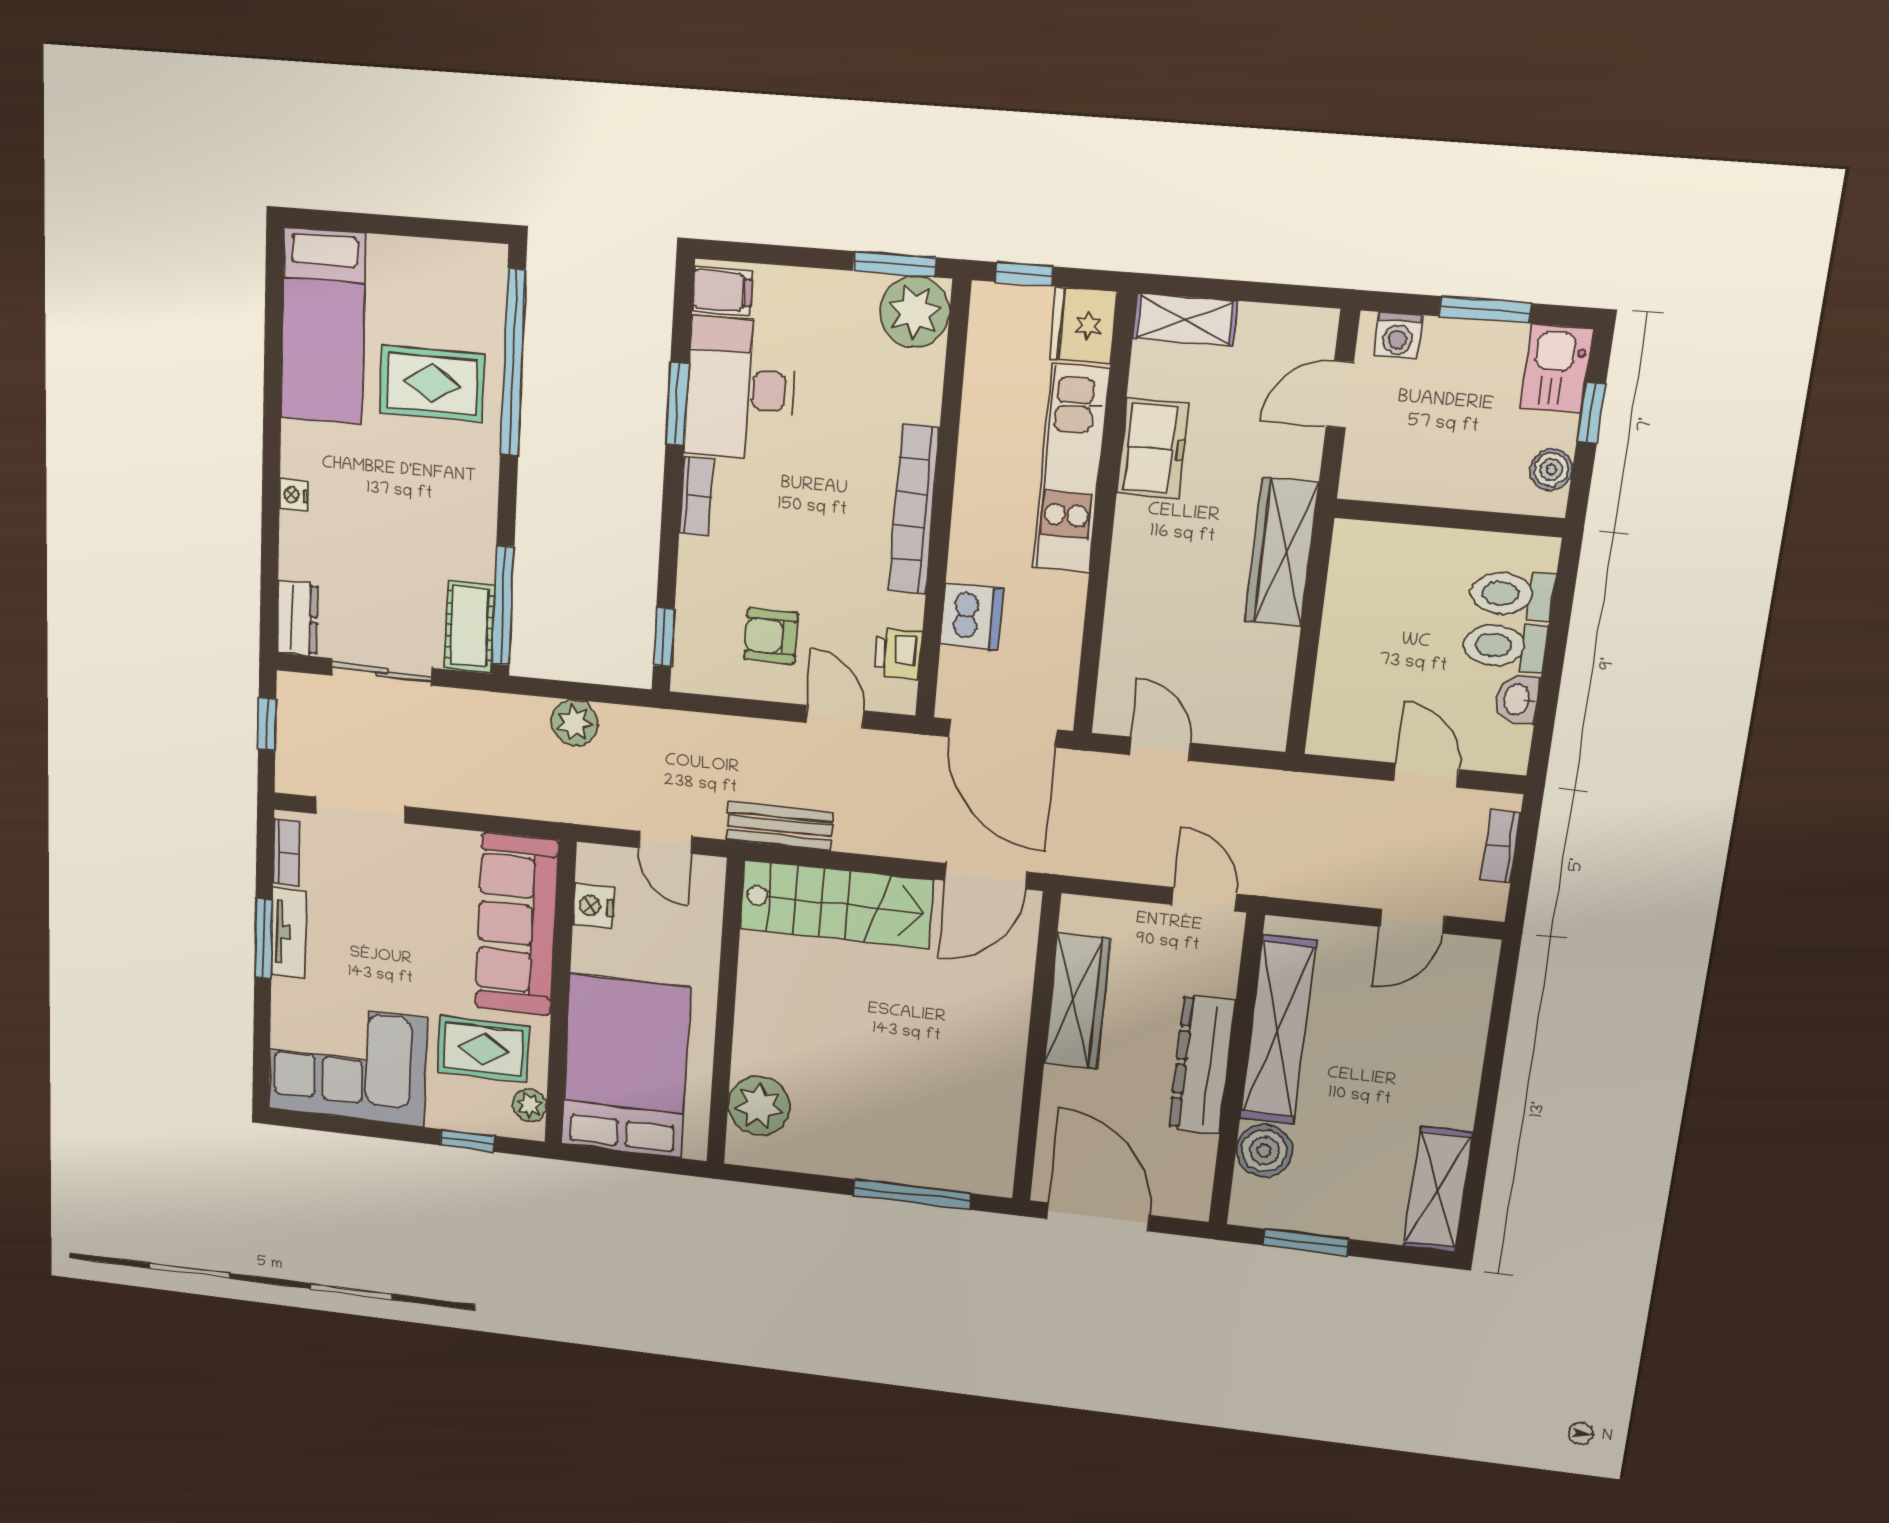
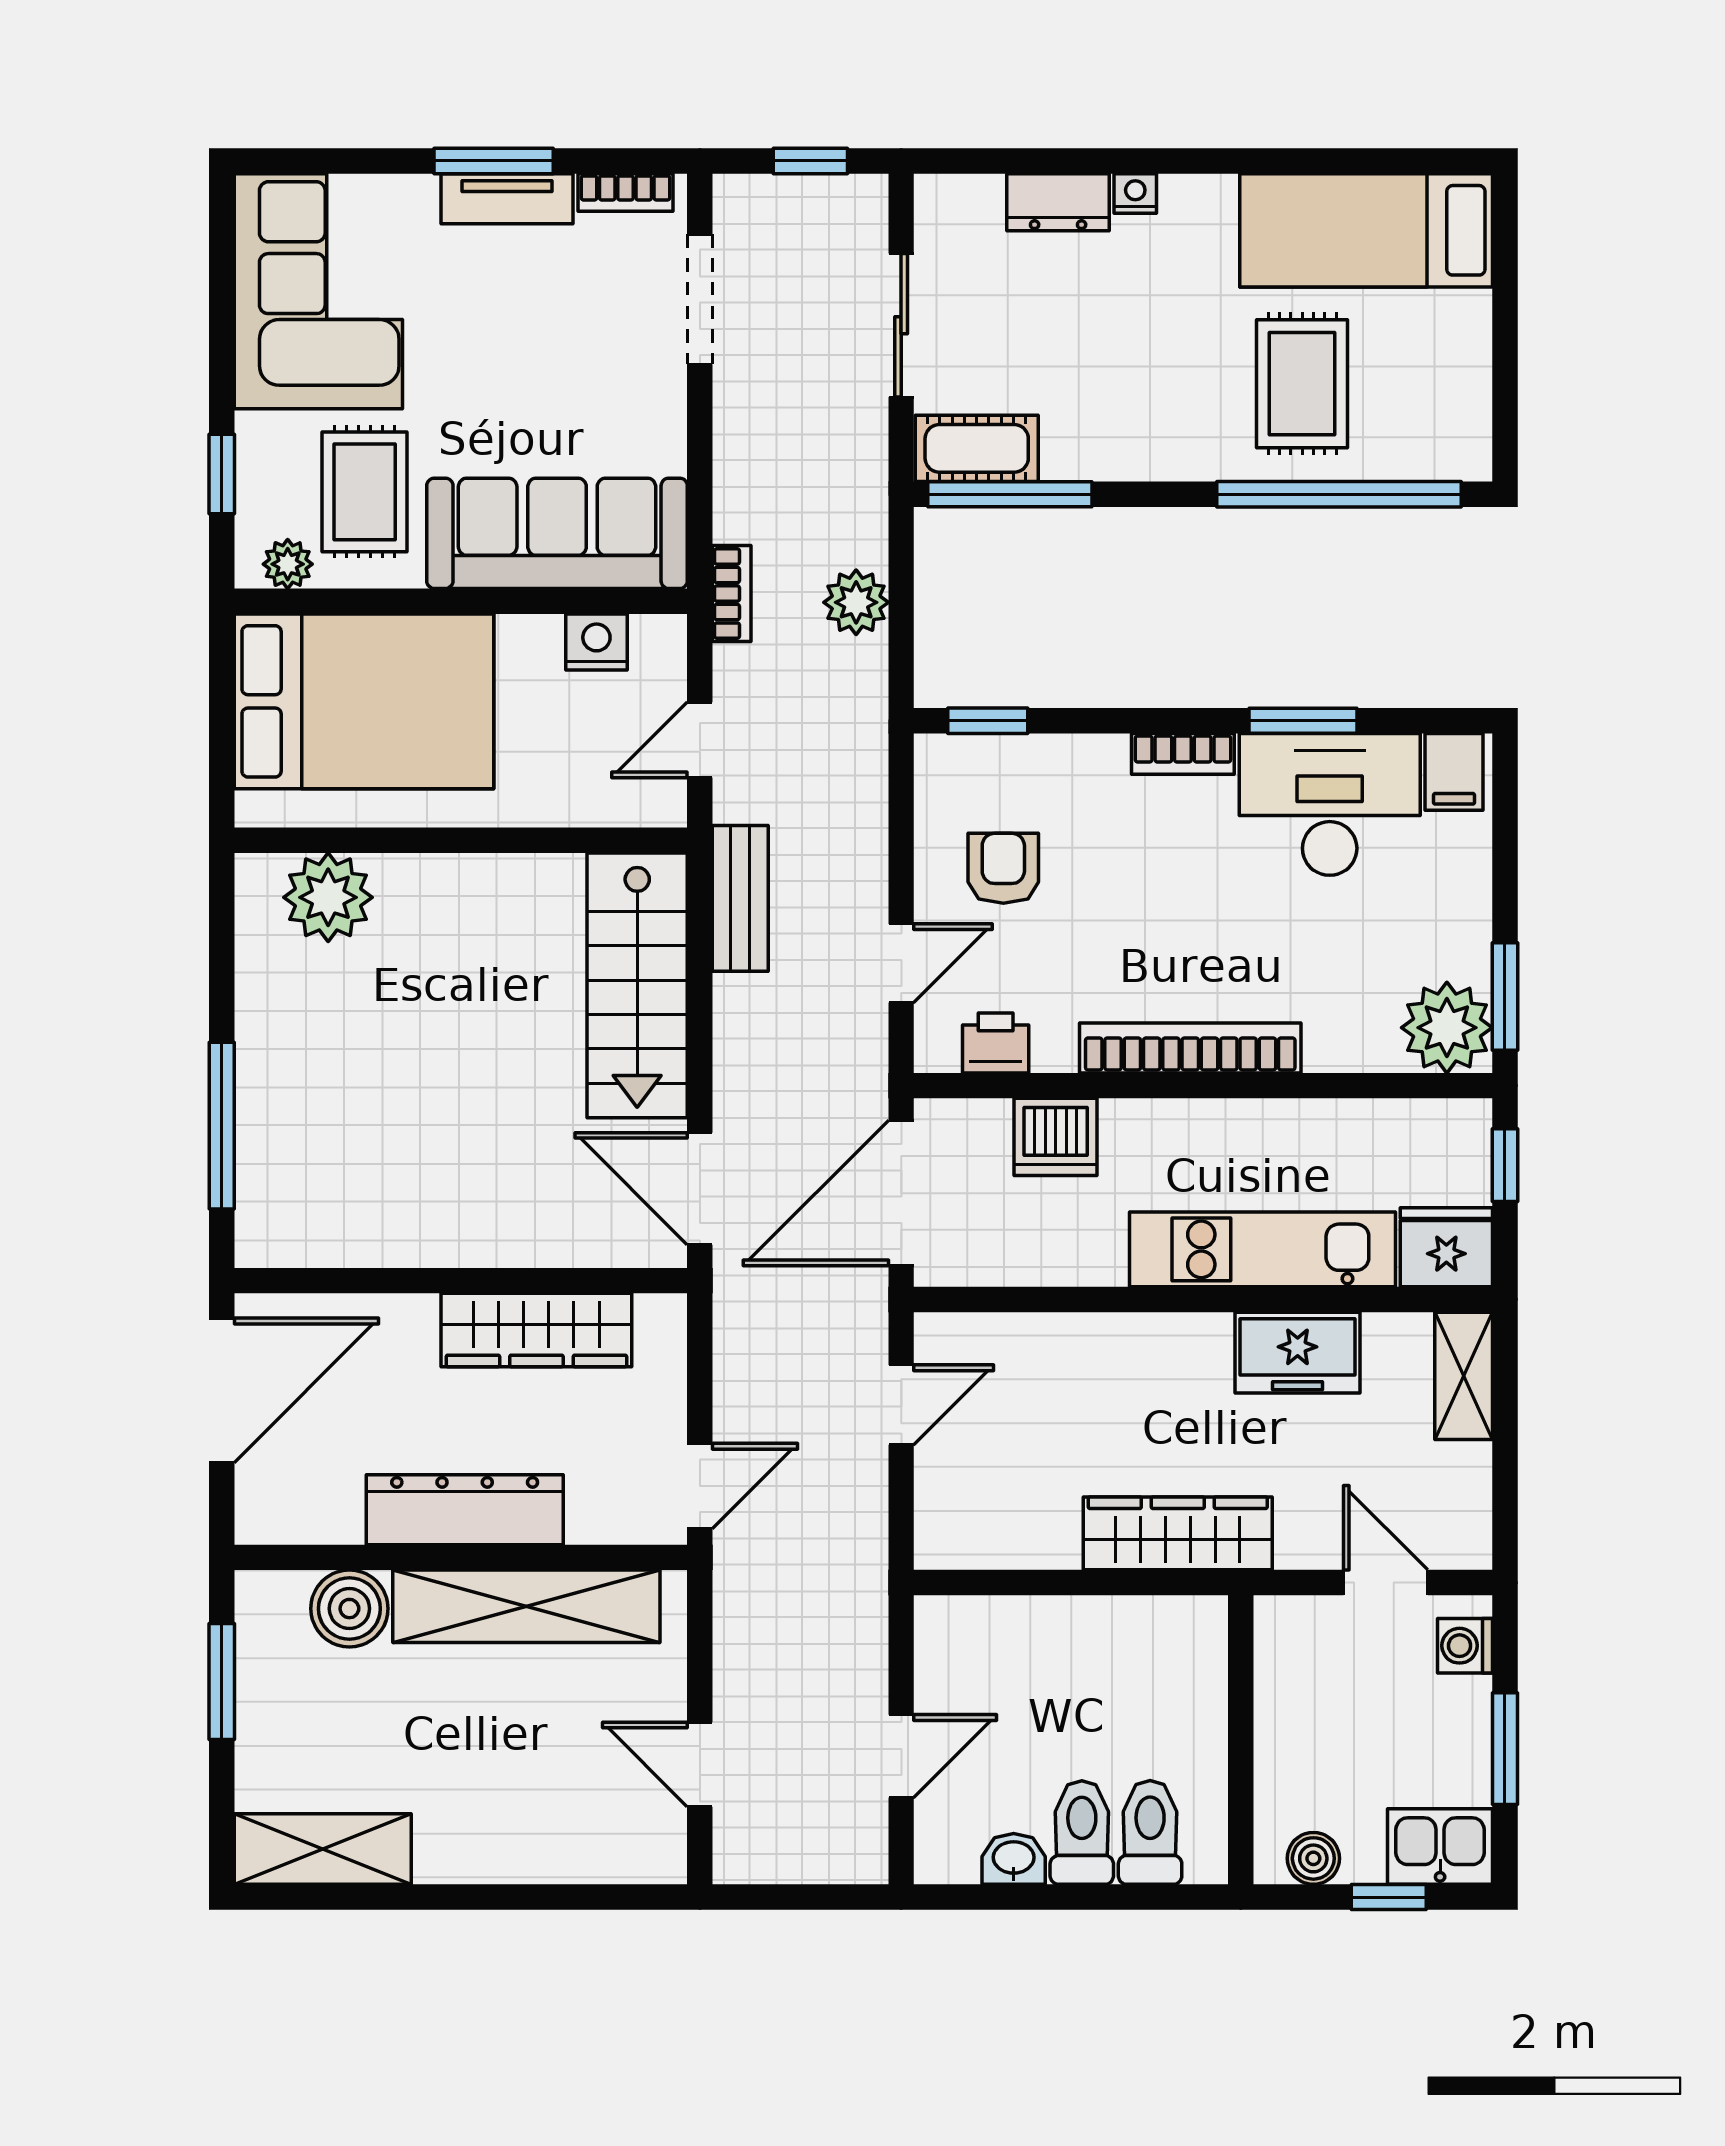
dresser: (297, 618) -> (1058, 202), moved
bookcase: (1501, 846) -> (732, 594), moved, turned 90

